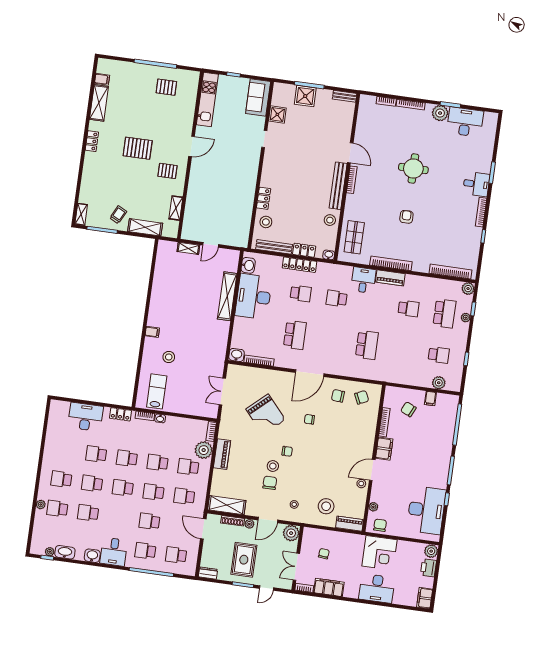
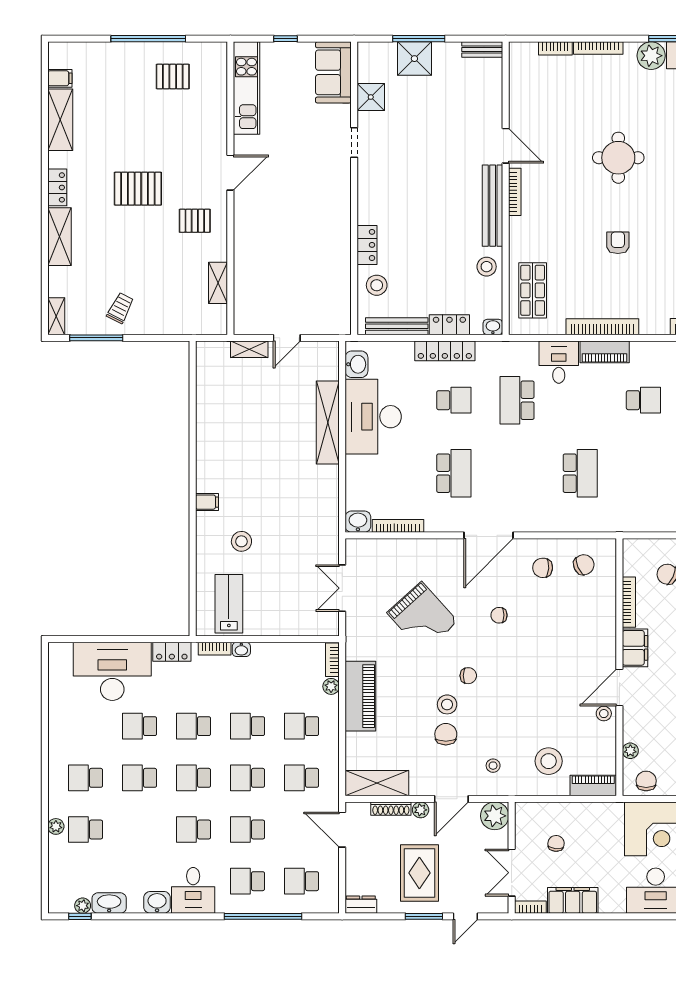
shelving: (145, 227) -> (60, 237), moved, turned 90
school desk: (337, 298) -> (517, 400), width x1.85
desk: (86, 417) -> (112, 671), width x1.36, depth x1.30
plant: (204, 450) -> (331, 686), width x0.53, depth x0.53
piano: (222, 454) -> (360, 696), width x1.37, depth x1.33
school desk: (88, 513) -> (194, 829), moved

